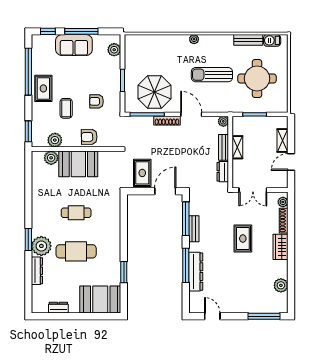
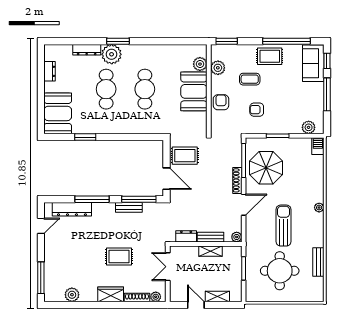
barbecue: (272, 40) -> (318, 146), moved
sofa: (74, 45) -> (313, 63), moved
armchair: (96, 101) -> (257, 110), turned -90
cafe table: (76, 213) -> (145, 89), width x1.37, depth x1.35
dresser: (196, 272) -> (72, 209), moved

